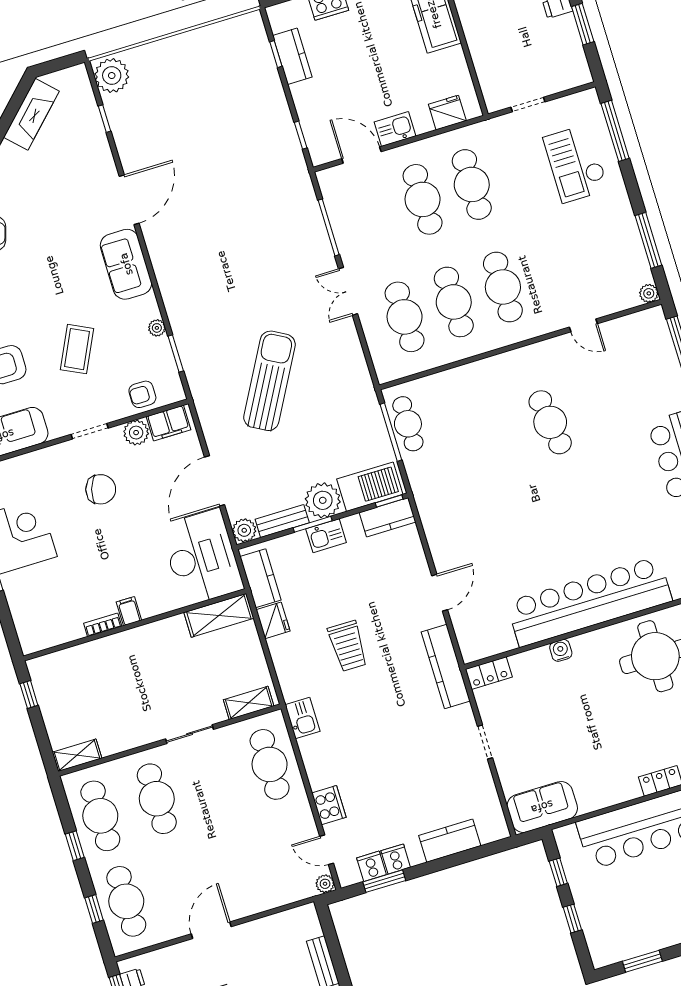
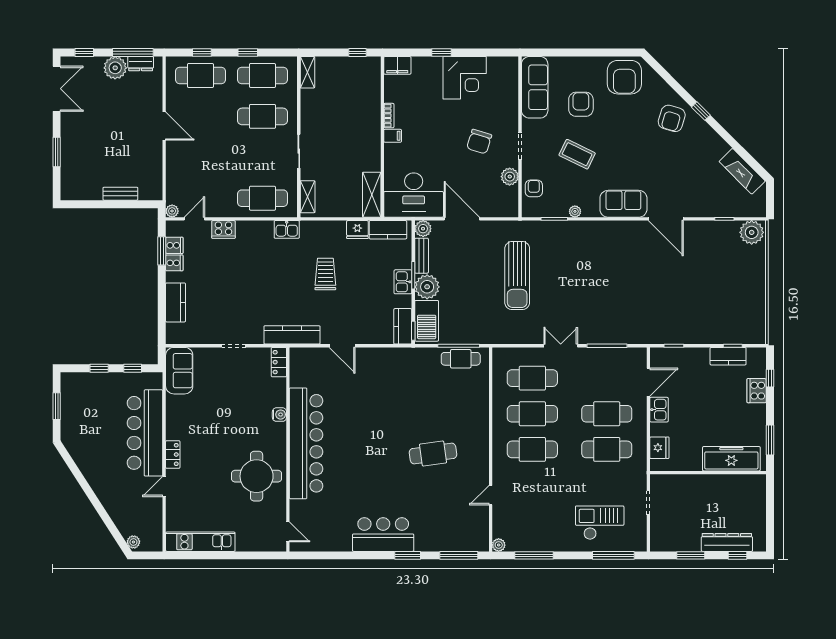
sun lounger: (269, 381) -> (517, 276), turned 61
filing cabinet: (169, 423) -> (397, 65), moved, turned -90
trolley: (348, 646) -> (325, 274), turned 90

